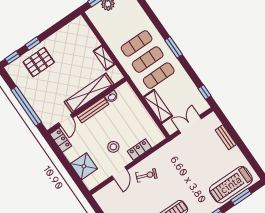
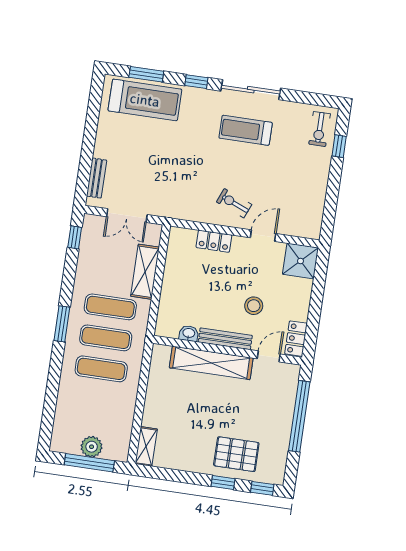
shelving: (104, 58) -> (146, 446), moved
bench: (226, 137) -> (97, 178), moved
stool: (113, 147) -> (254, 306), moved
shower: (84, 166) -> (300, 261), moved

